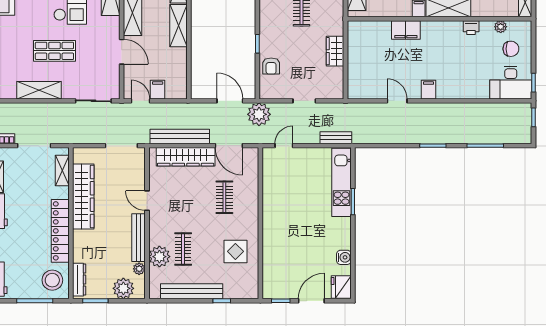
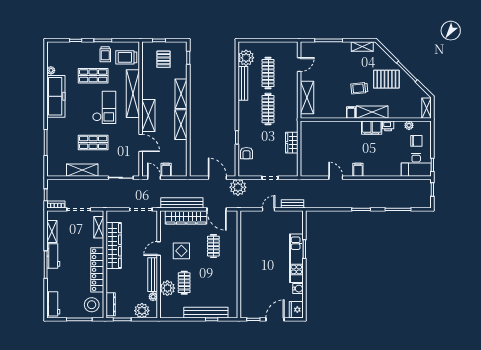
filing cabinet: (406, 30) -> (372, 128), moved
door: (284, 146) -> (269, 209), moved
kitchen unit: (341, 182) -> (296, 258), moved
door: (147, 201) -> (159, 248), hinge flipped
display table: (235, 251) -> (181, 251), moved
bench: (192, 291) -> (206, 313), moved

